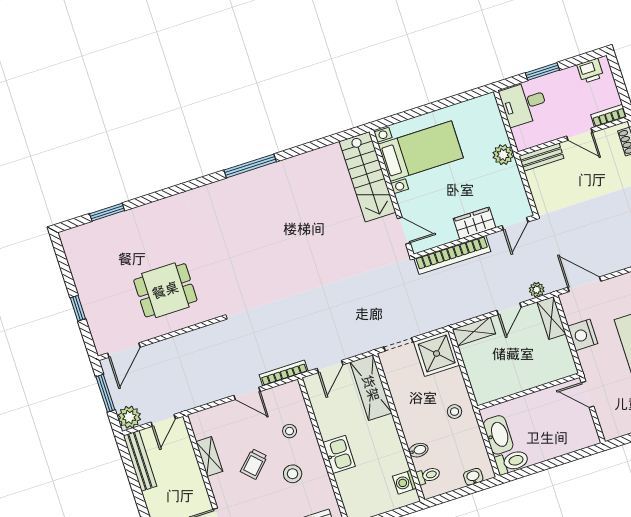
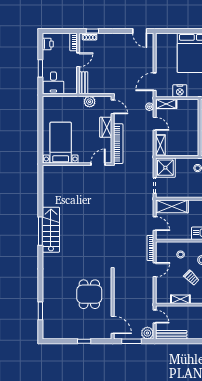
plant: (503, 155) -> (90, 102), moved
stairs: (367, 177) -> (51, 230), moved, turned -90

